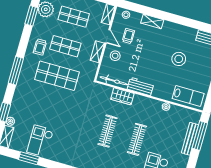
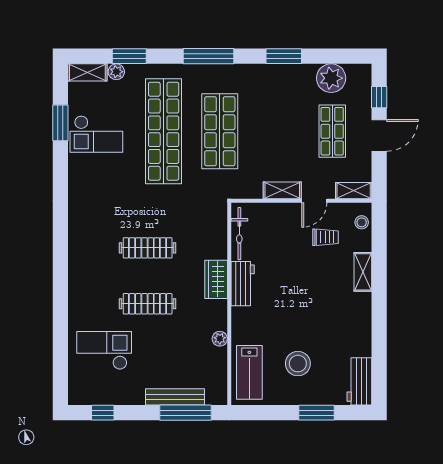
window: (31, 16) -> (284, 56), moved
shop shelf: (65, 46) -> (164, 131), moved, width x2.00, depth x1.36
trolley: (40, 47) -> (262, 87), removed
stool: (115, 56) -> (284, 224), removed
stool: (179, 59) -> (298, 364), moved
wardrobe: (122, 96) -> (216, 279), moved
checkout: (40, 141) -> (96, 134), turned 180

